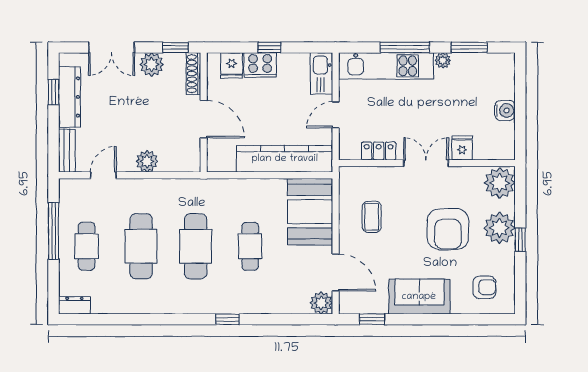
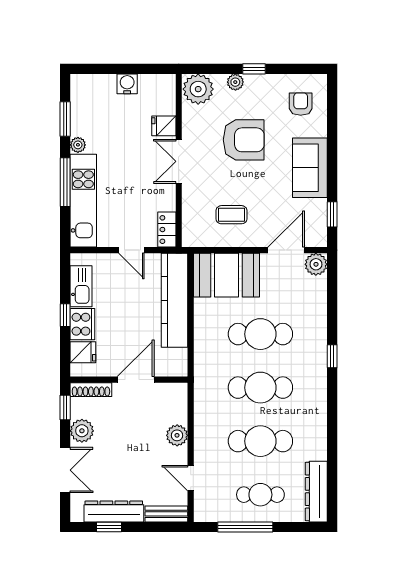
kitchen sink: (321, 73) -> (81, 286), moved, turned -90
locker: (379, 151) -> (167, 230), moved
plant: (499, 228) -> (235, 82), width x0.53, depth x0.53
cafe table: (250, 246) -> (260, 334), width x1.37, depth x1.35
dresser: (74, 305) -> (316, 492), width x1.96, depth x1.24

